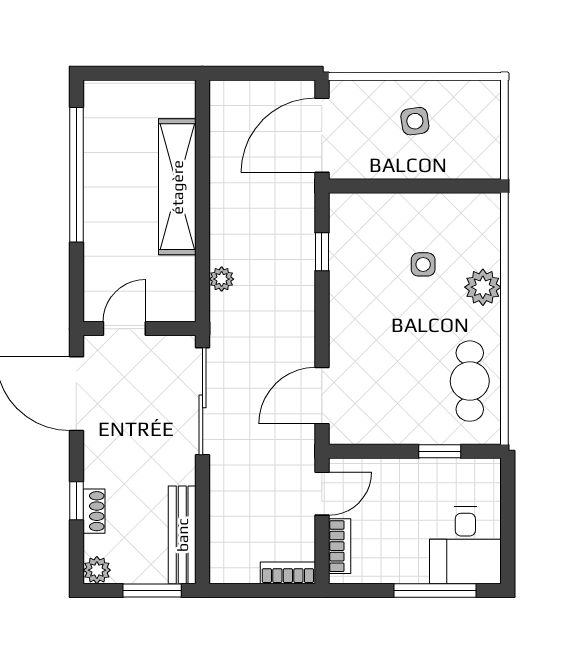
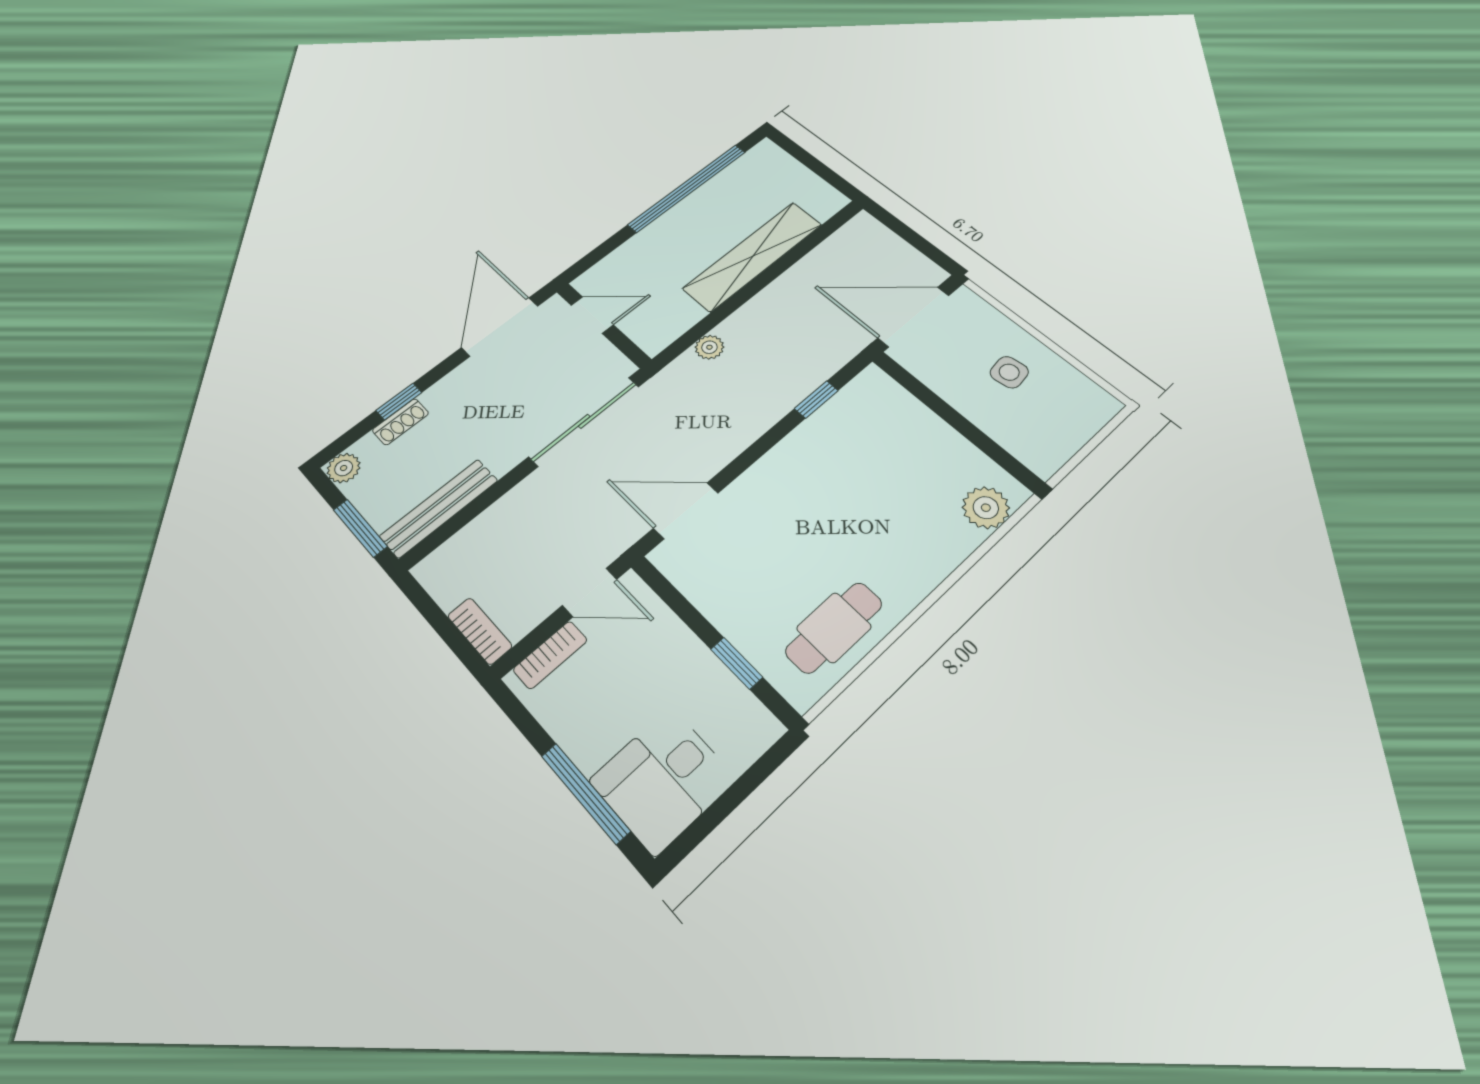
side table: (423, 264) -> (896, 488), removed
plant: (483, 287) -> (986, 508), moved

